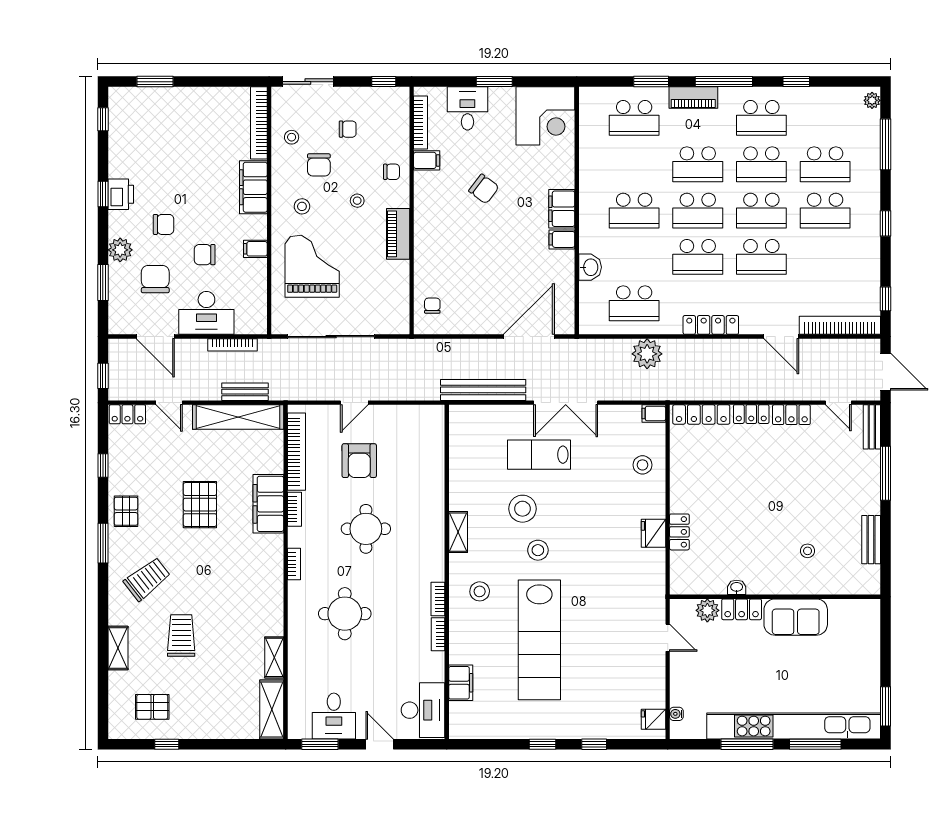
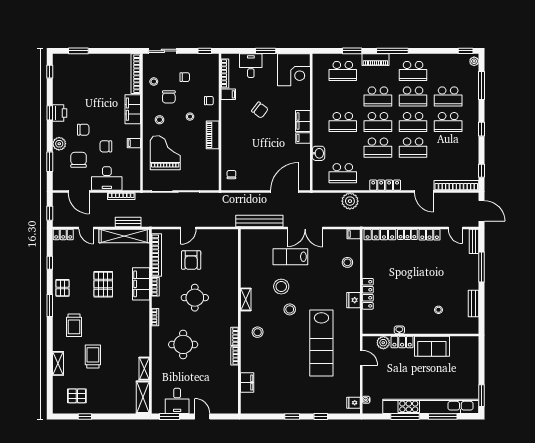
window: (796, 82) -> (466, 51), moved
locker: (679, 532) -> (368, 294), width x1.53
trolley: (147, 579) -> (74, 325), turned 128
lab bench: (539, 640) -> (321, 343), moved
desk: (423, 710) -> (226, 398), removed

